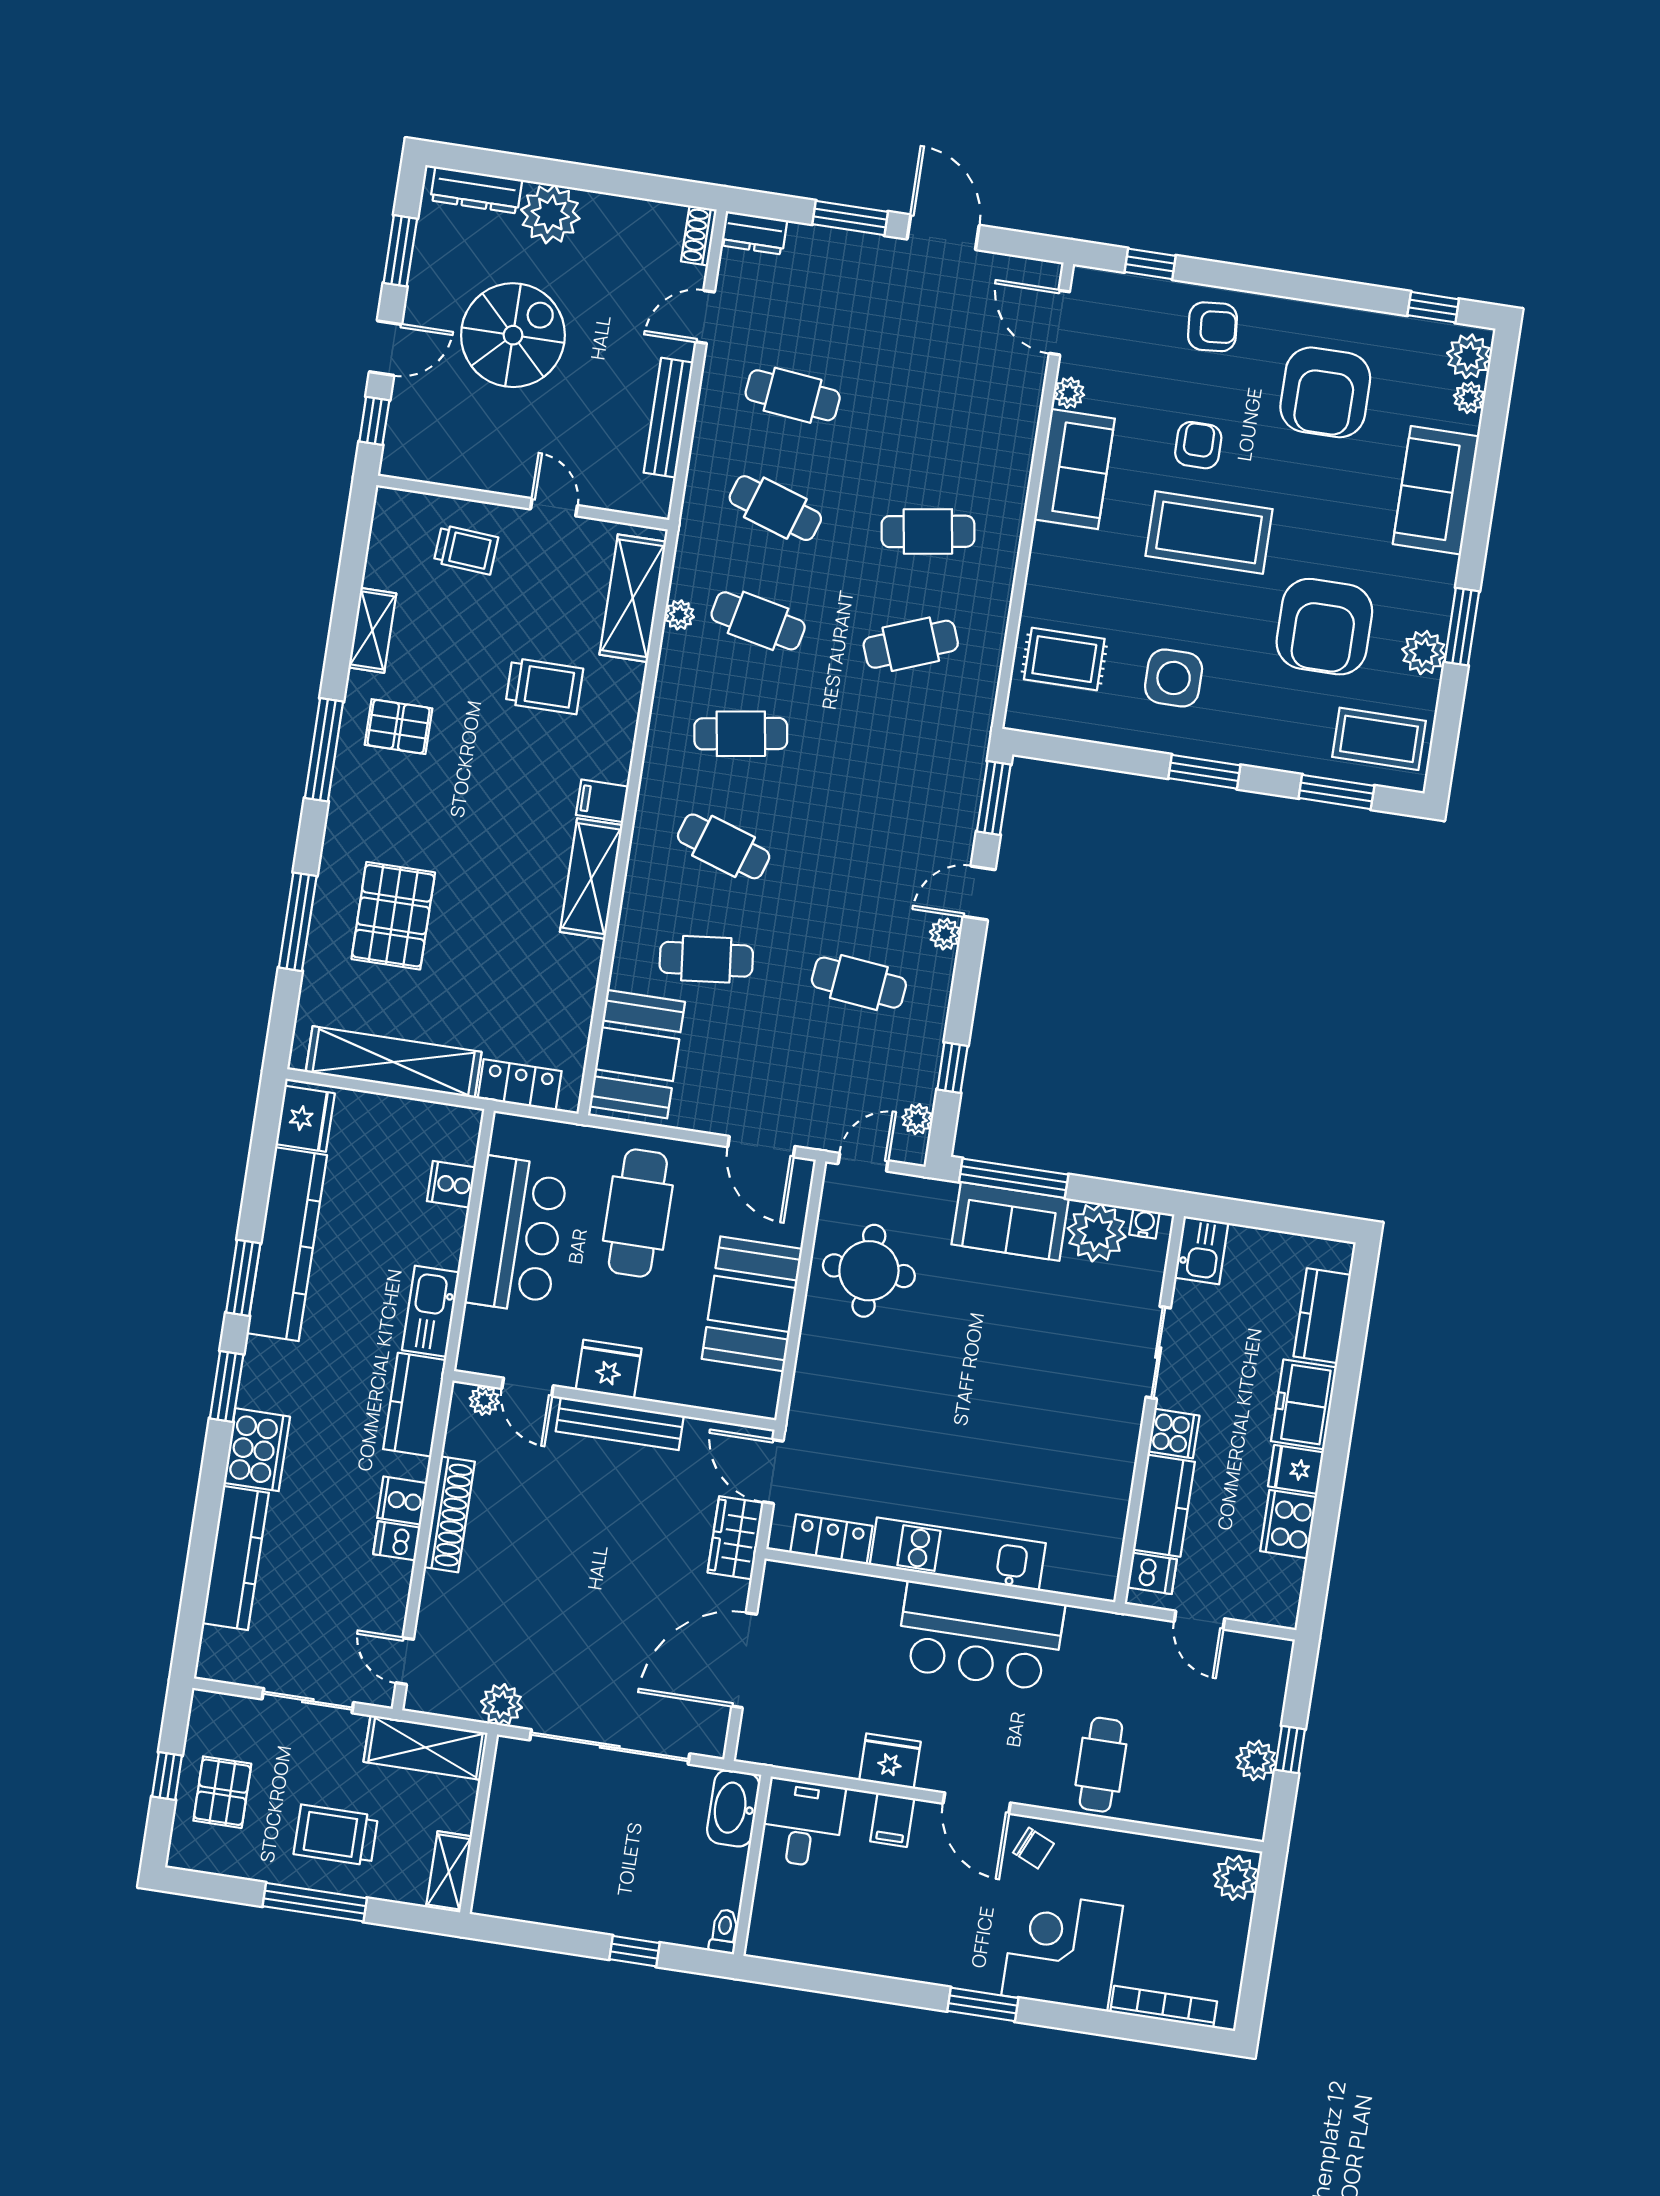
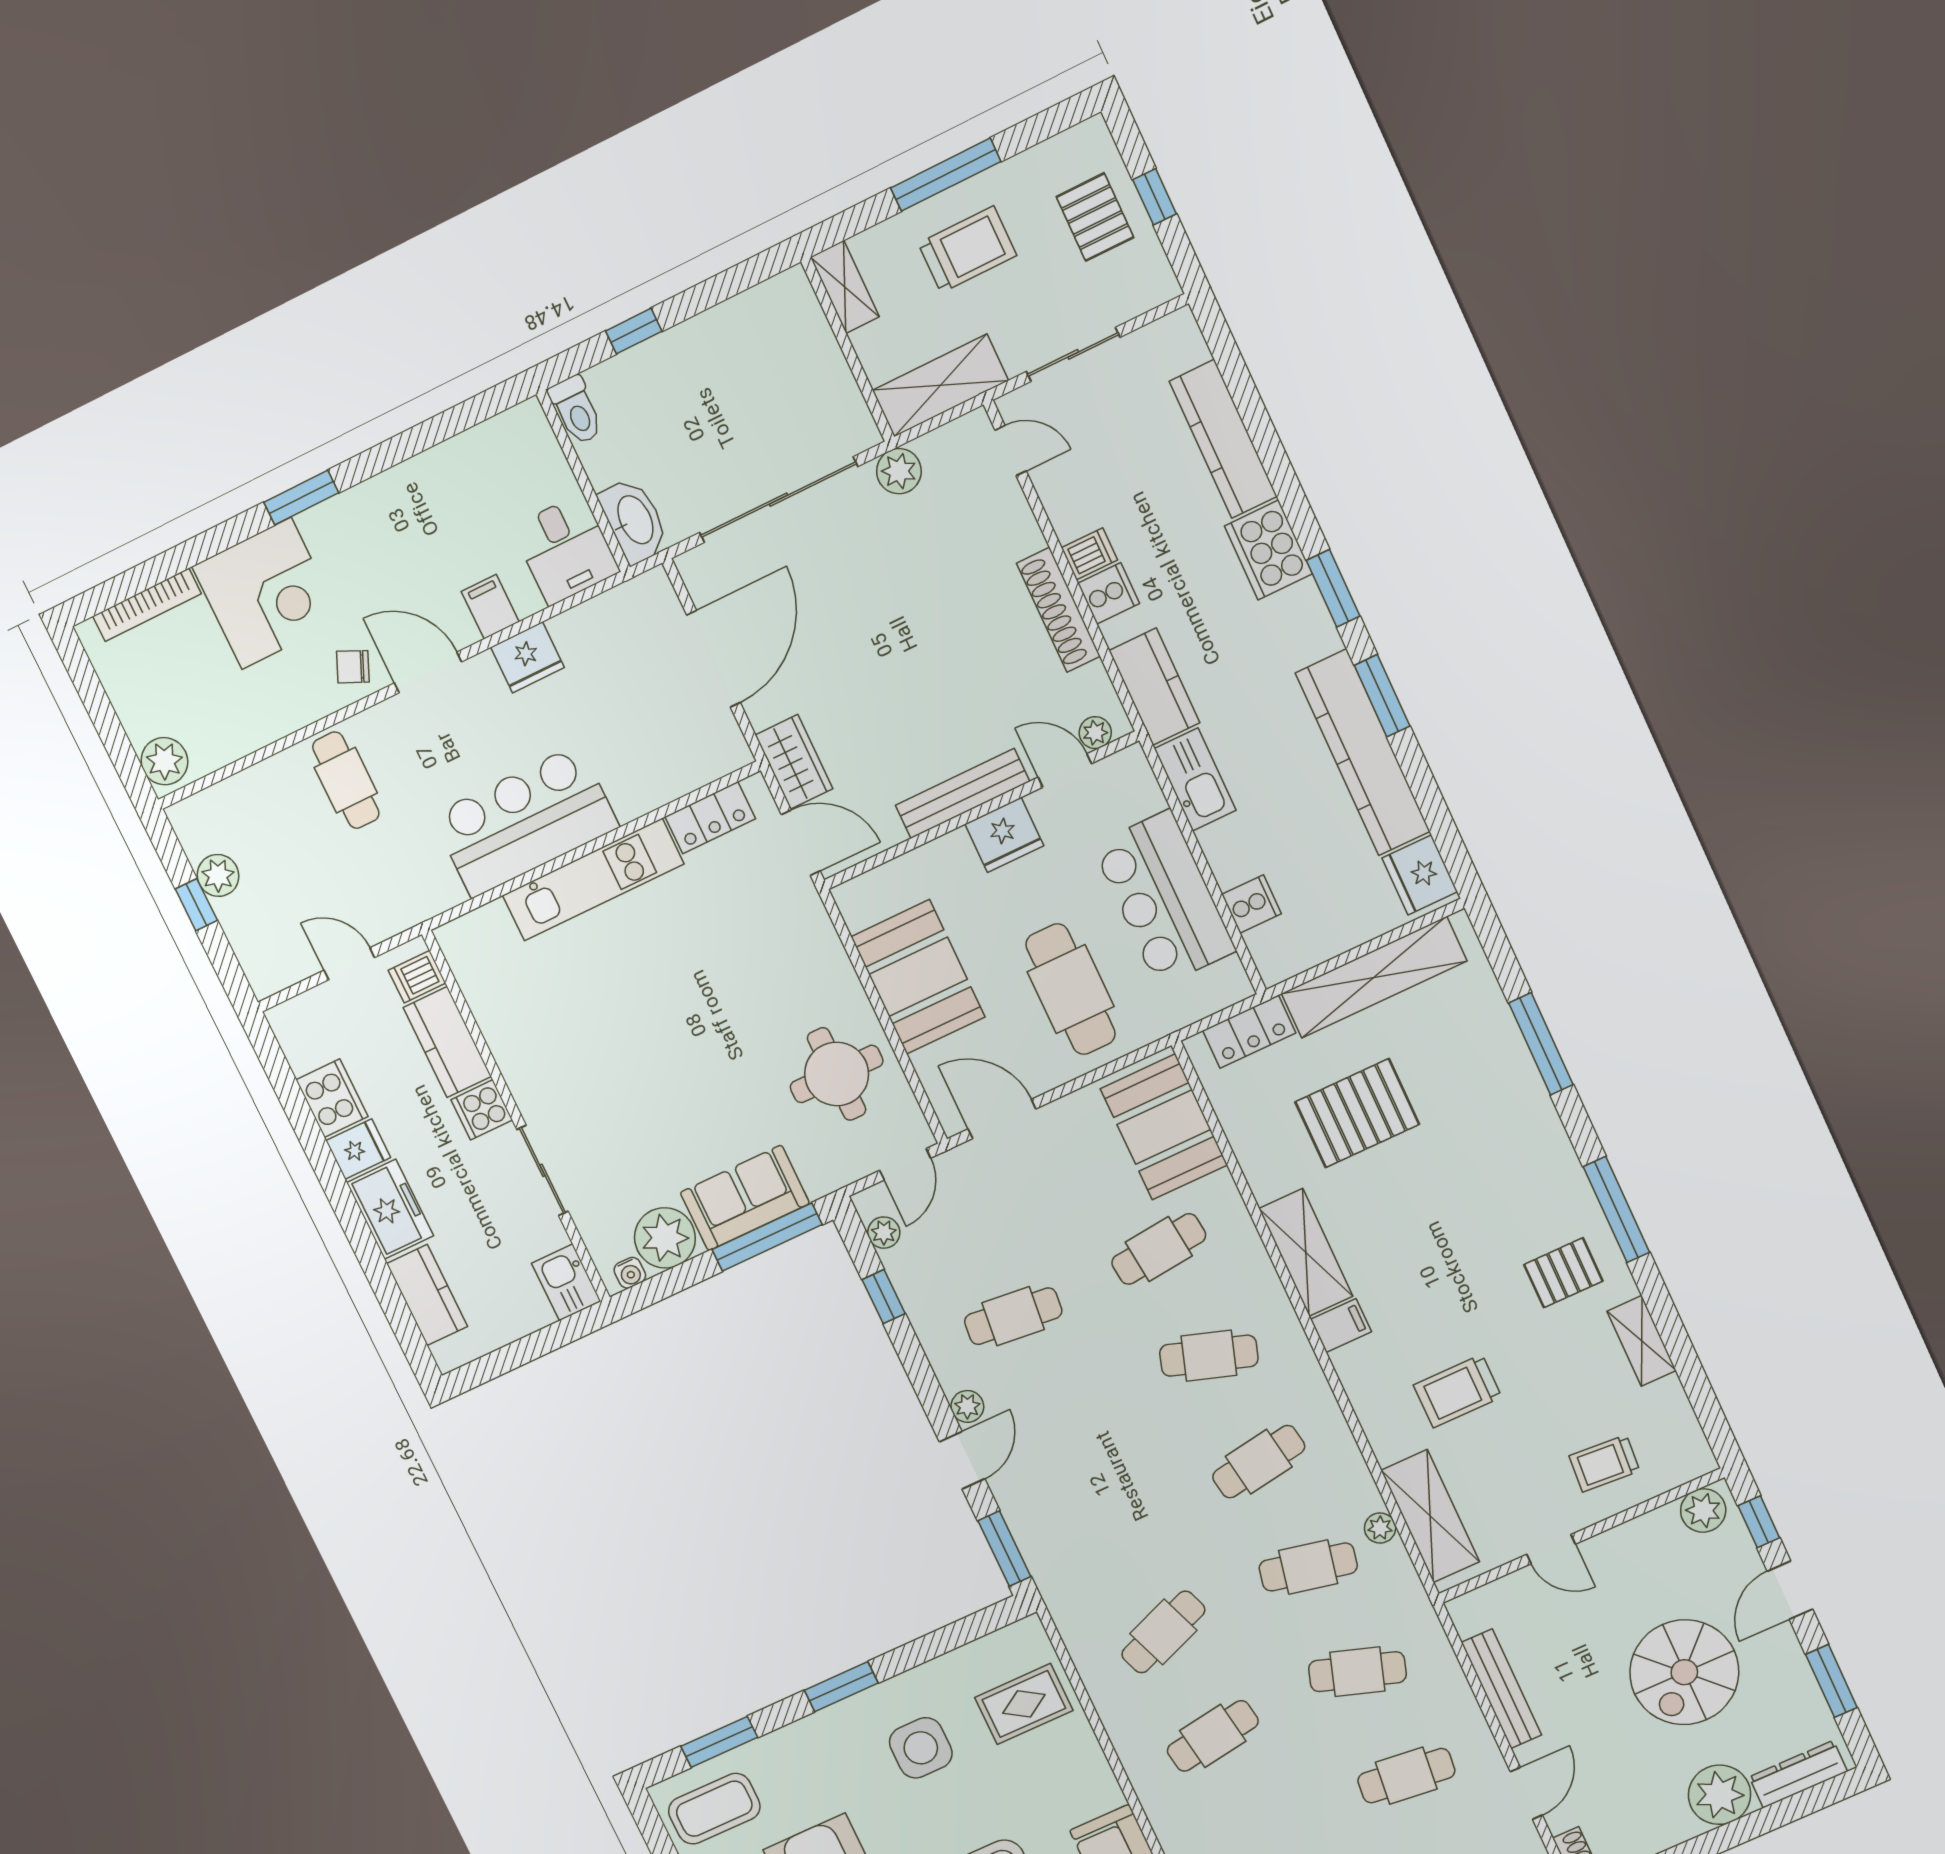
plant: (412, 459) -> (1703, 1510), added
pallet: (393, 916) -> (1357, 1113), moved, turned 90
toilet: (724, 1931) -> (576, 410), width x1.37, depth x1.39

